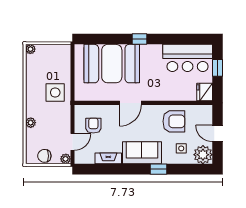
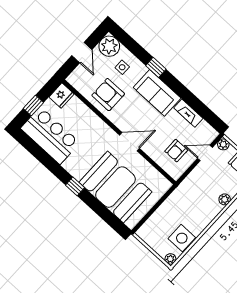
side table: (55, 92) -> (182, 238), moved

